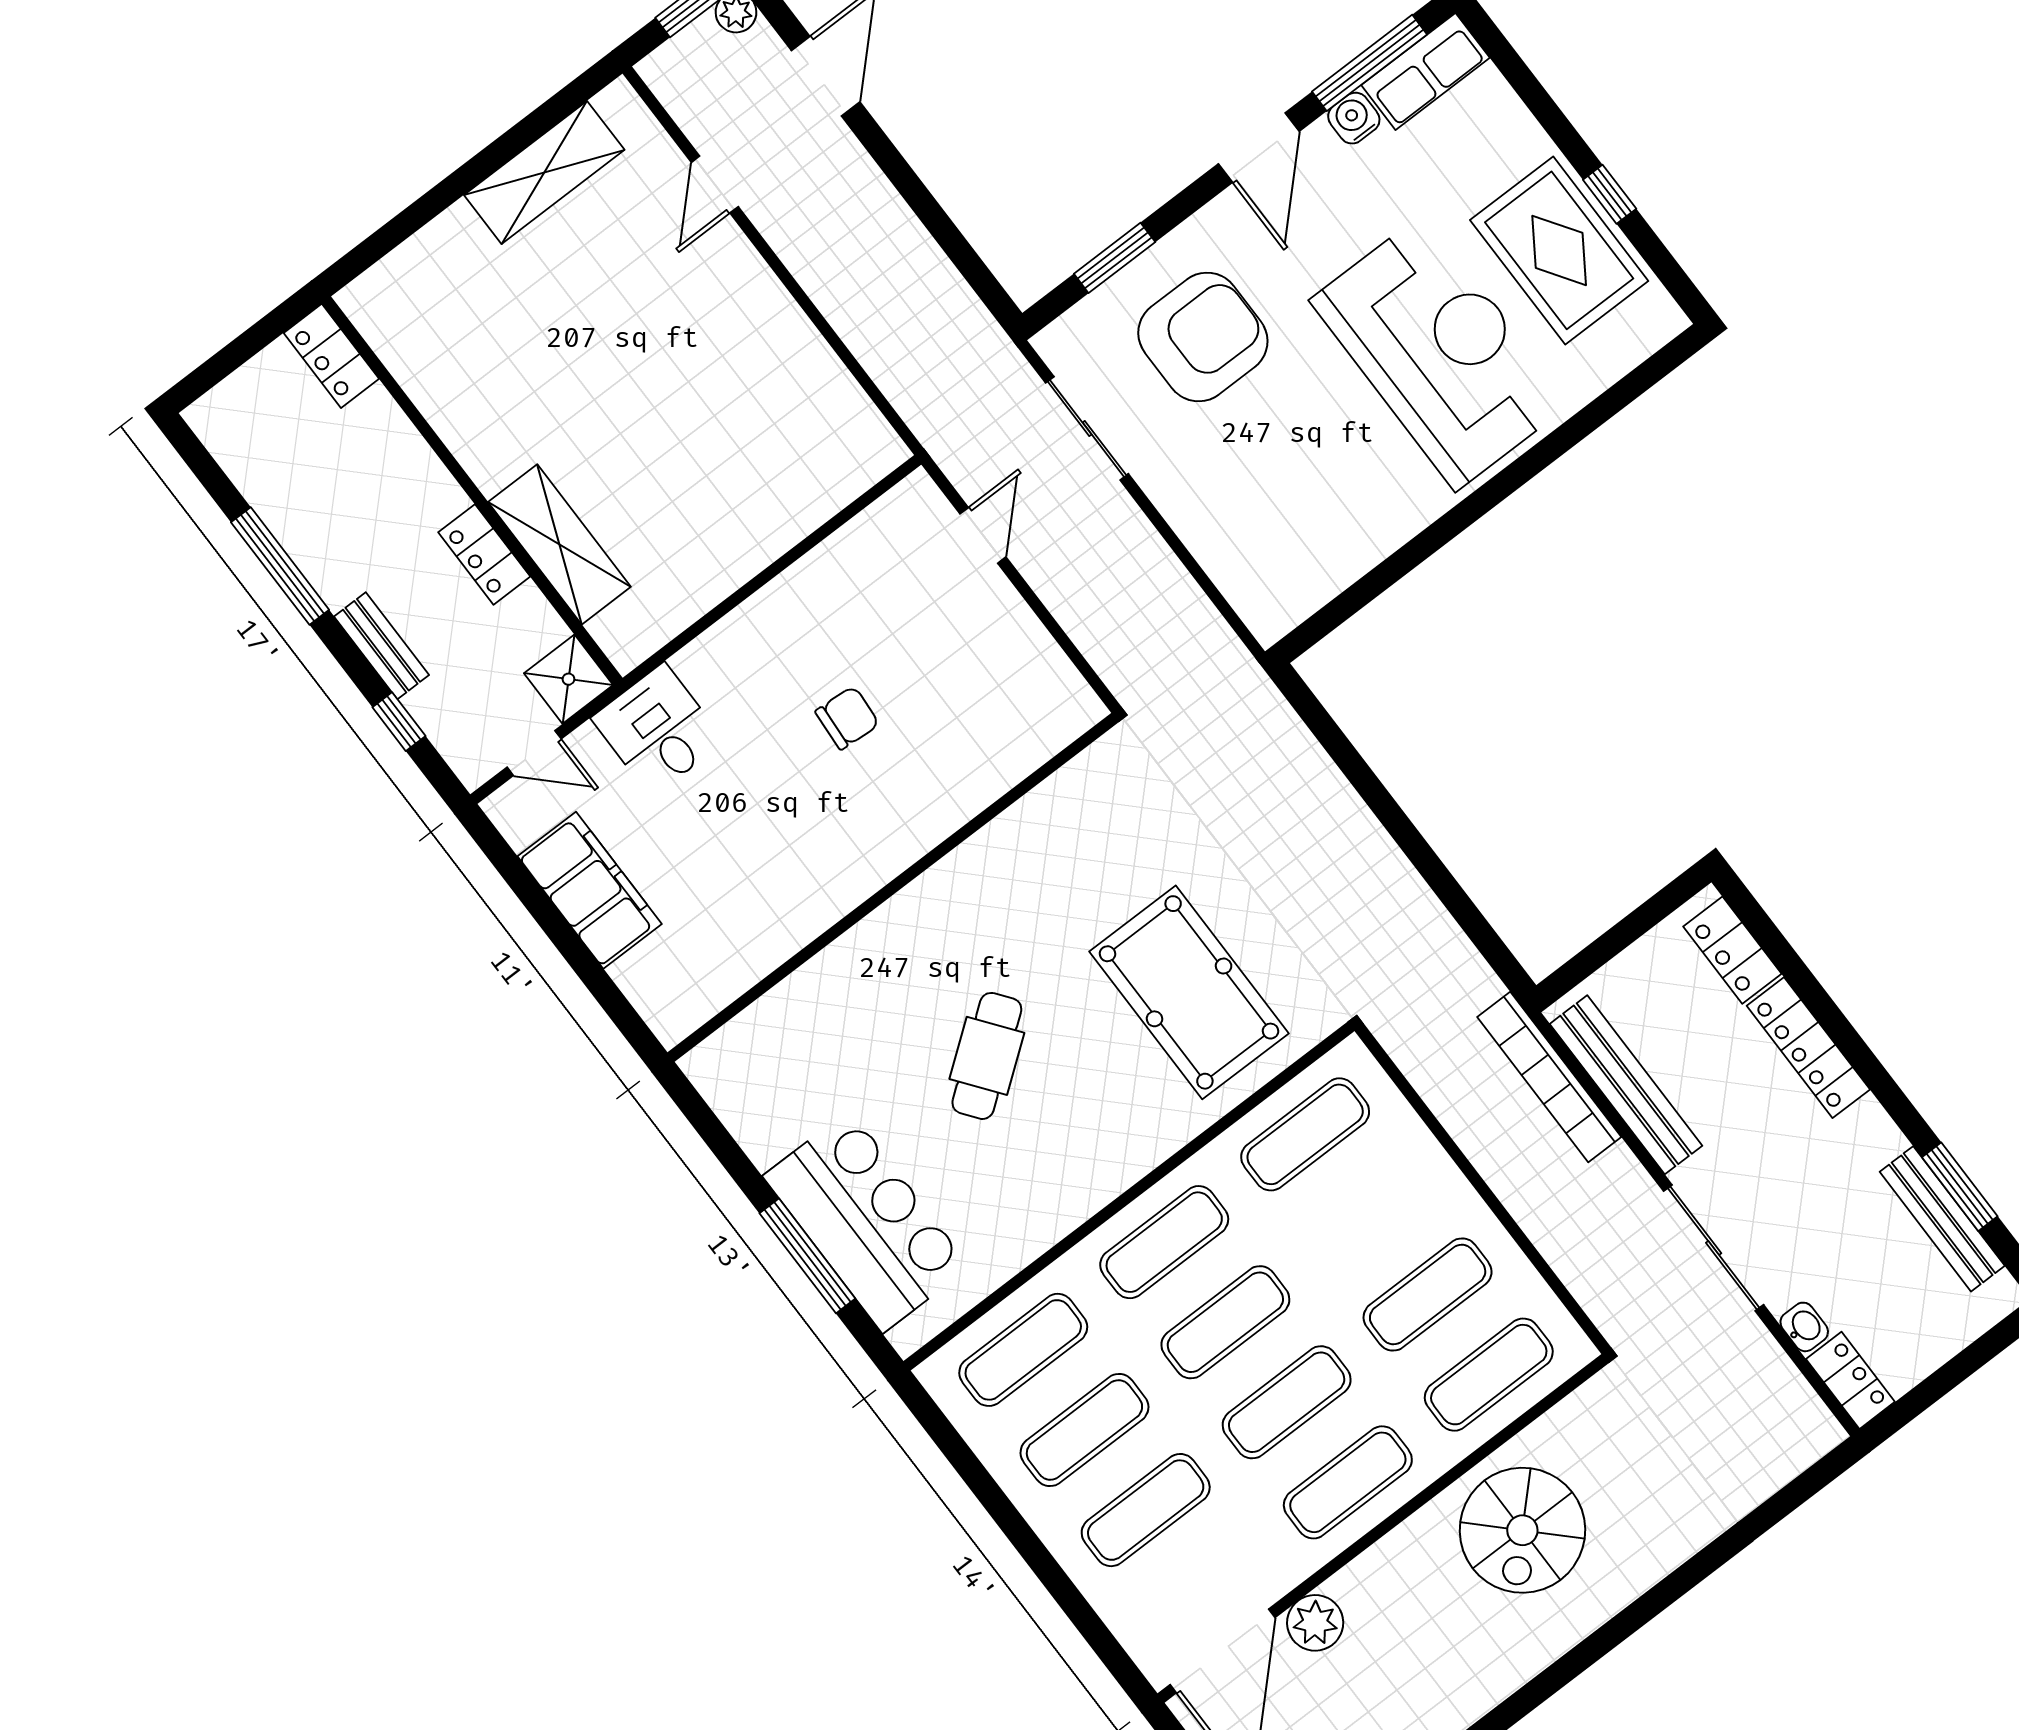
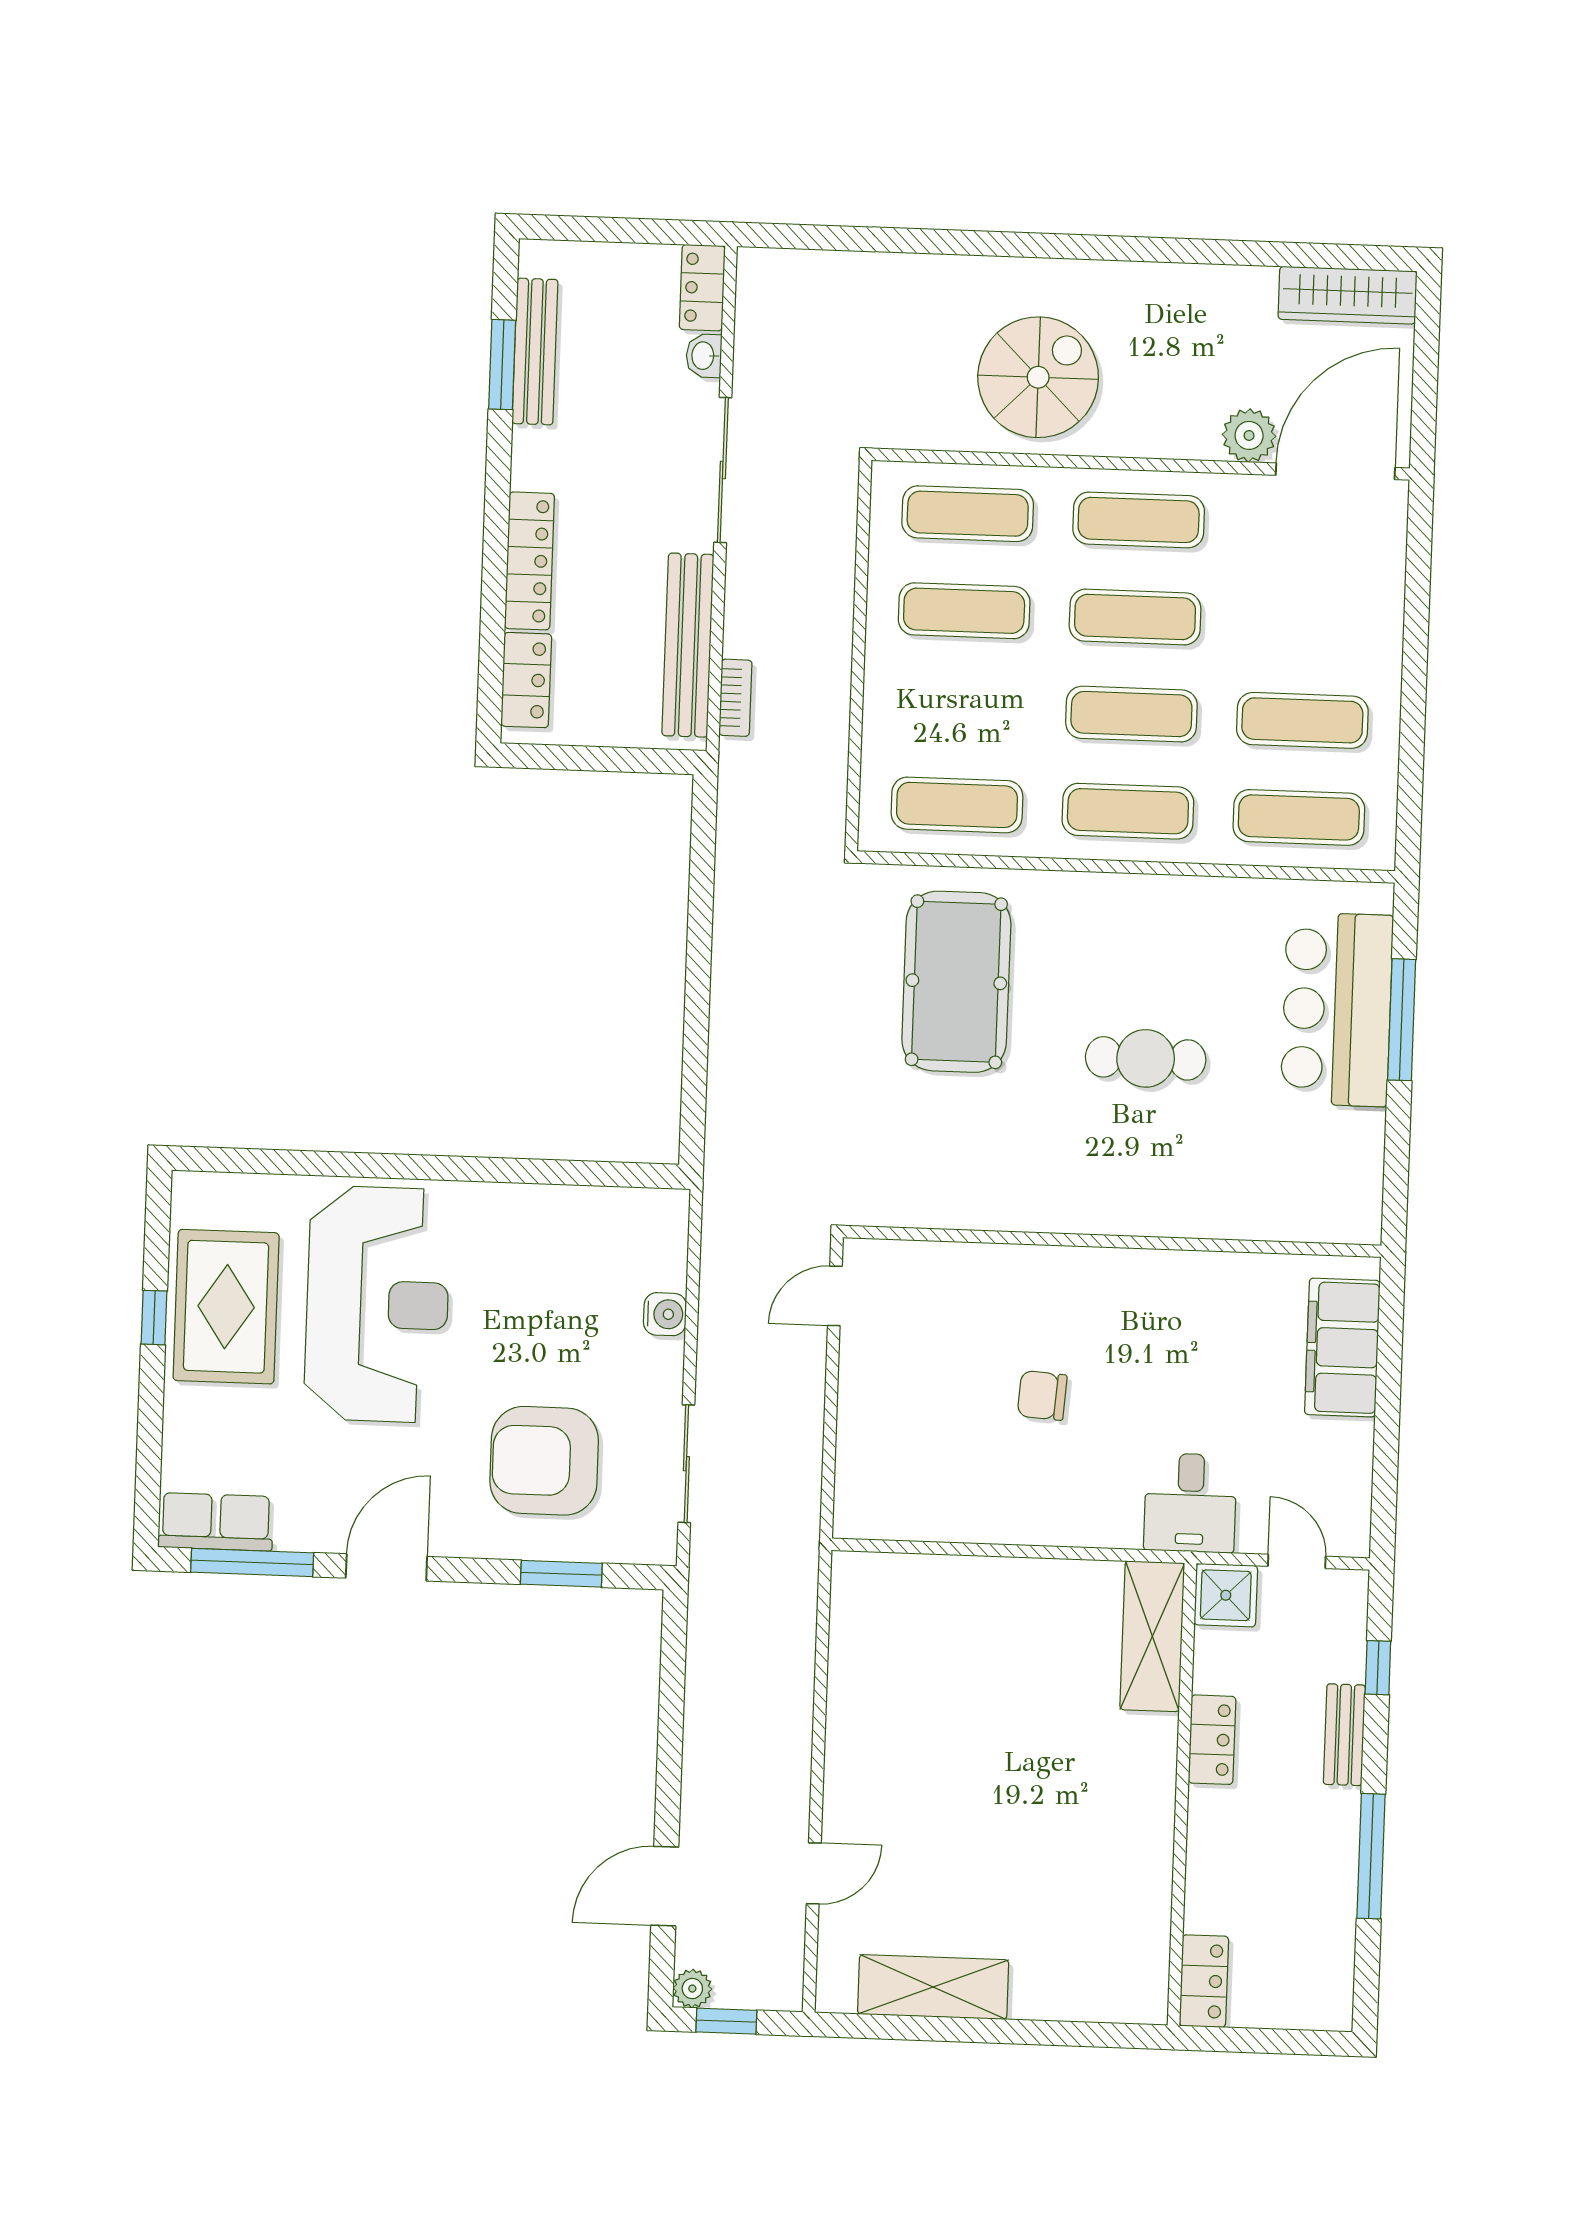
water cooler: (1354, 118) -> (665, 1314), moved, turned -90
reception desk: (1440, 352) -> (377, 1304), turned 180
door: (983, 535) -> (835, 1296), moved
shelving: (559, 544) -> (1152, 1636), moved
filing cabinet: (590, 890) -> (1342, 1348), moved
cafe table: (987, 1056) -> (1146, 1058), turned 37
bookcase: (1549, 1077) -> (735, 698), width x0.43, depth x0.76
exercise mat: (1146, 1510) -> (1306, 623), removed

